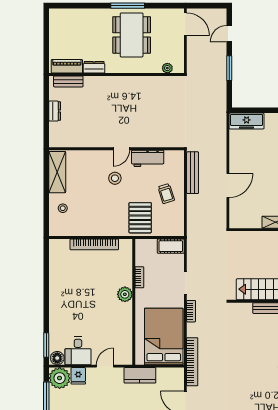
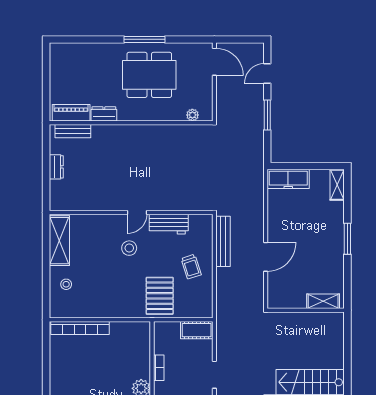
dining table: (132, 35) -> (149, 75), turned 90
bookcase: (94, 244) -> (80, 328), moved

